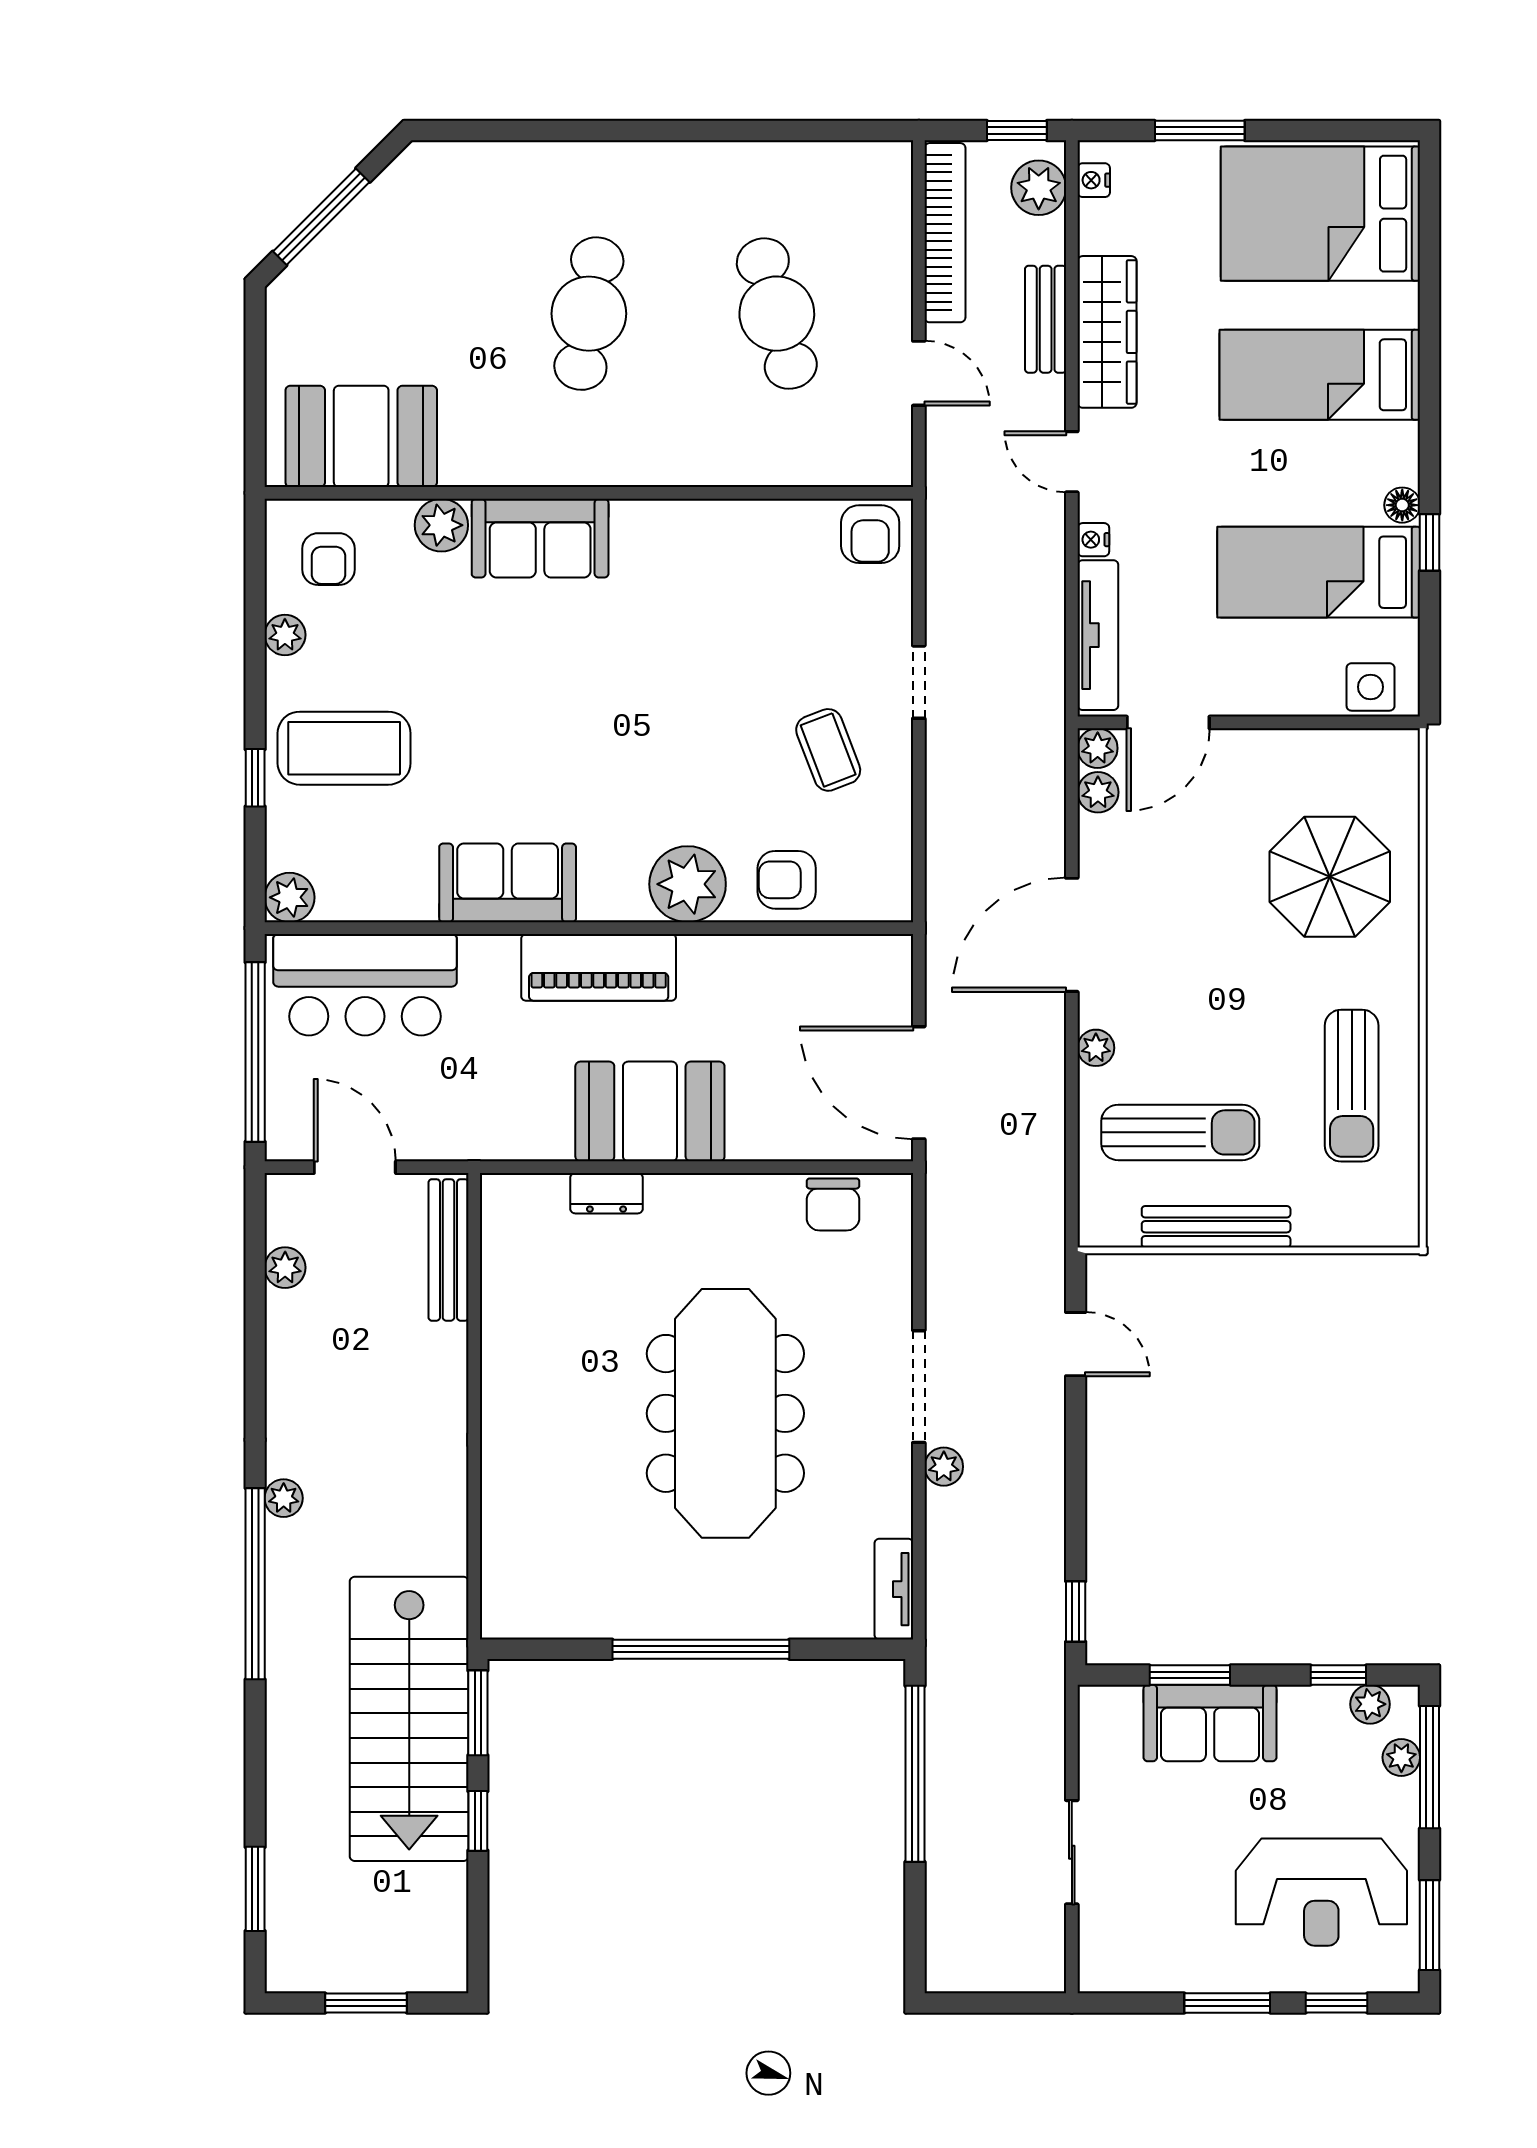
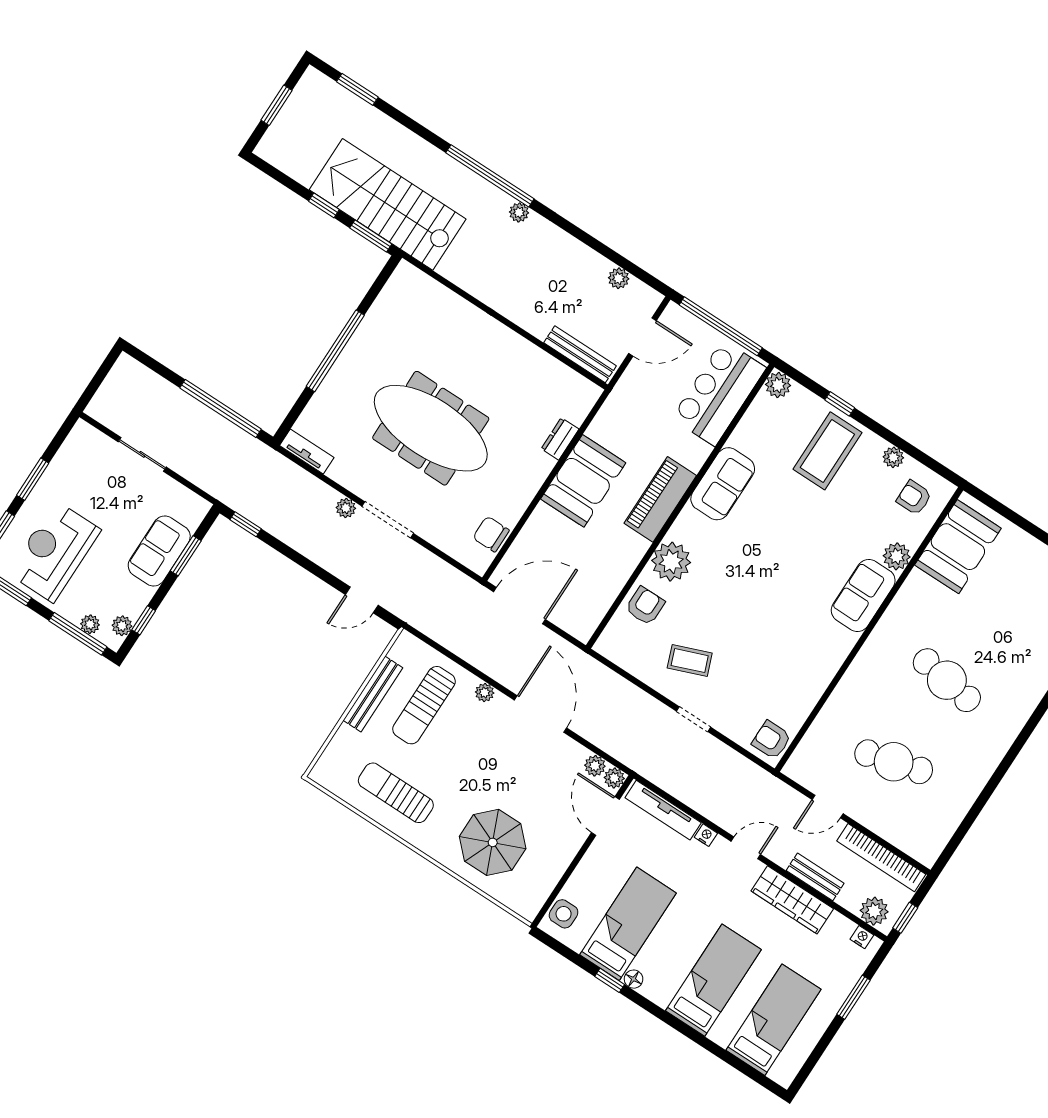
bed: (1320, 214) -> (773, 1020), width x0.67

